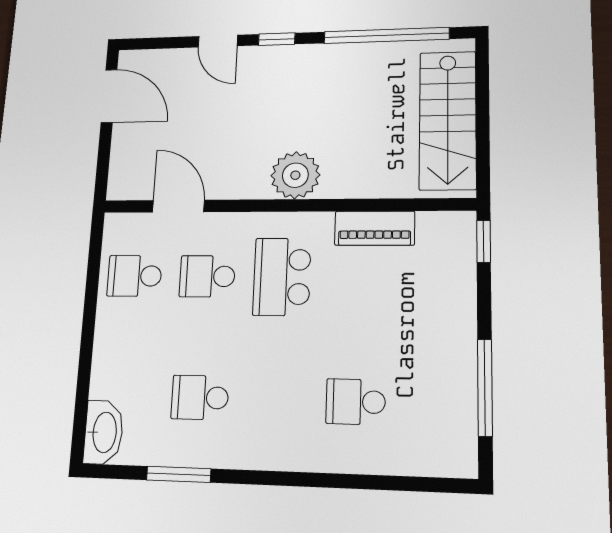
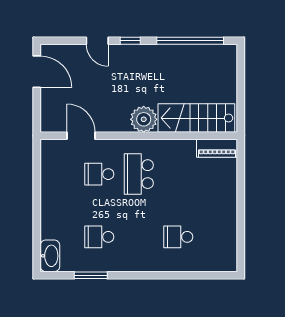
stairs: (448, 120) -> (196, 118), moved, turned 90
piano: (375, 228) -> (217, 148), moved
window: (484, 241) -> (241, 155), removed
school desk: (135, 276) -> (60, 174), removed
window: (485, 388) -> (241, 228), removed

